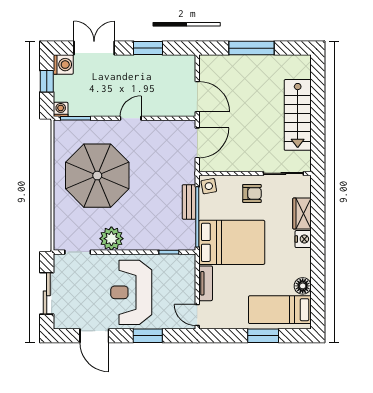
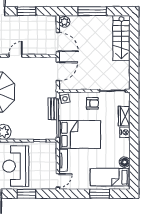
plant: (208, 65) -> (64, 22), added
stairs: (298, 115) -> (121, 38), moved
door: (197, 315) -> (58, 180), swing flipped

